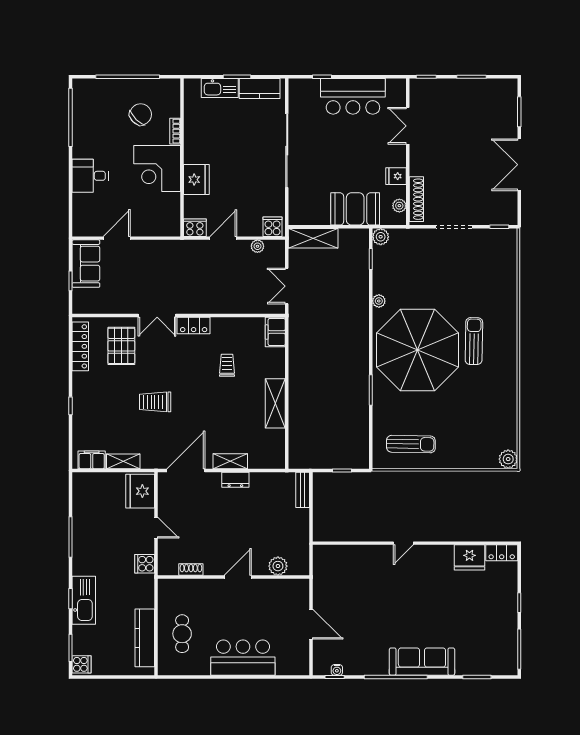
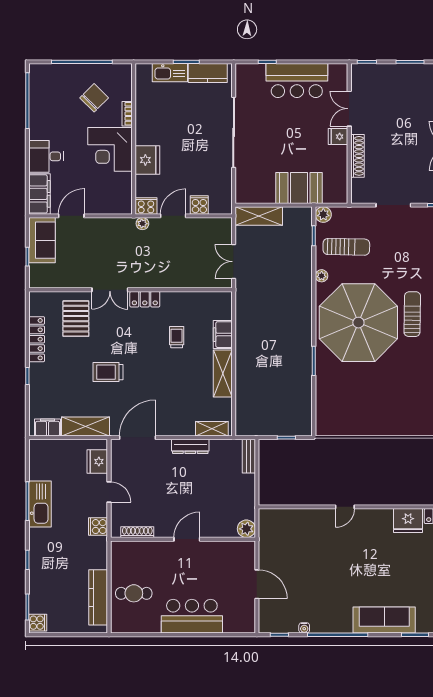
fridge: (396, 176) -> (338, 137), moved
shoe rack: (416, 199) -> (357, 156), moved
plant: (399, 206) -> (341, 185), removed
filing cabinet: (83, 215) -> (39, 194), added
cooker: (273, 227) -> (199, 205), moved
plant: (257, 246) -> (142, 224), moved
filing cabinet: (275, 332) -> (223, 335), moved
locker: (80, 346) -> (37, 339), moved
sun lounger: (411, 444) -> (346, 247), moved
shelving: (123, 461) -> (86, 427), width x1.50, depth x1.33
shelving: (230, 461) -> (212, 429), moved
dresser: (235, 480) -> (190, 446), width x1.44
fridge: (140, 491) -> (97, 462), width x0.73, depth x0.75
plant: (278, 566) -> (246, 529), moved
shoe rack: (191, 570) -> (137, 532), width x1.43
kitchen sink: (84, 600) -> (40, 504), moved
cafe table: (182, 634) -> (134, 593), turned 90
sofa: (422, 662) -> (384, 620), moved
water cooler: (337, 670) -> (304, 628), moved

